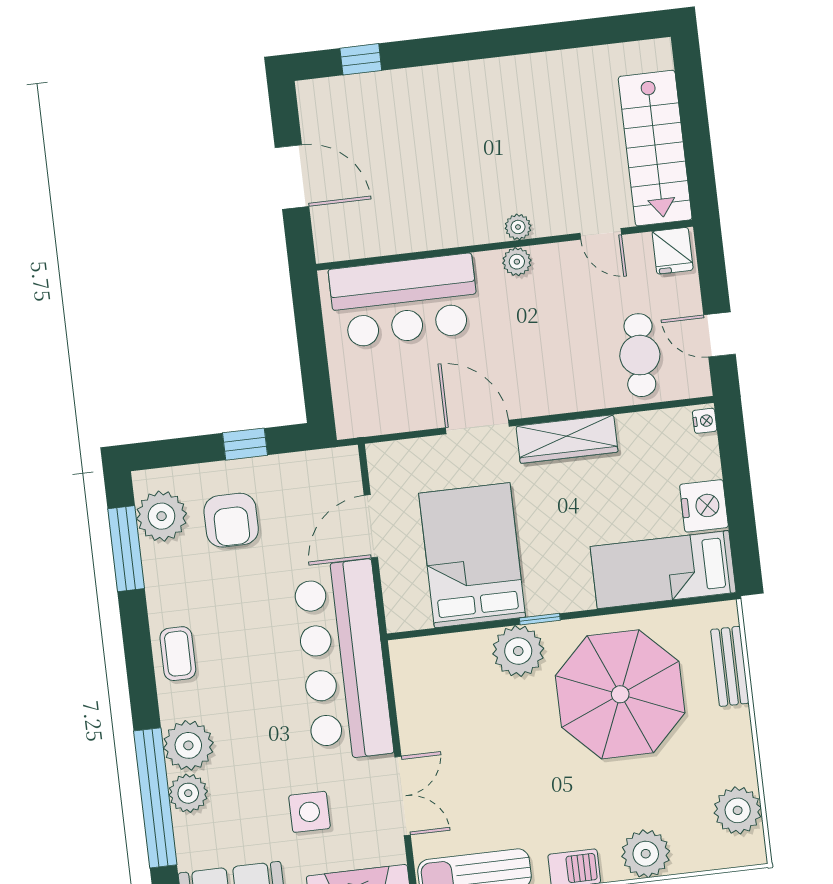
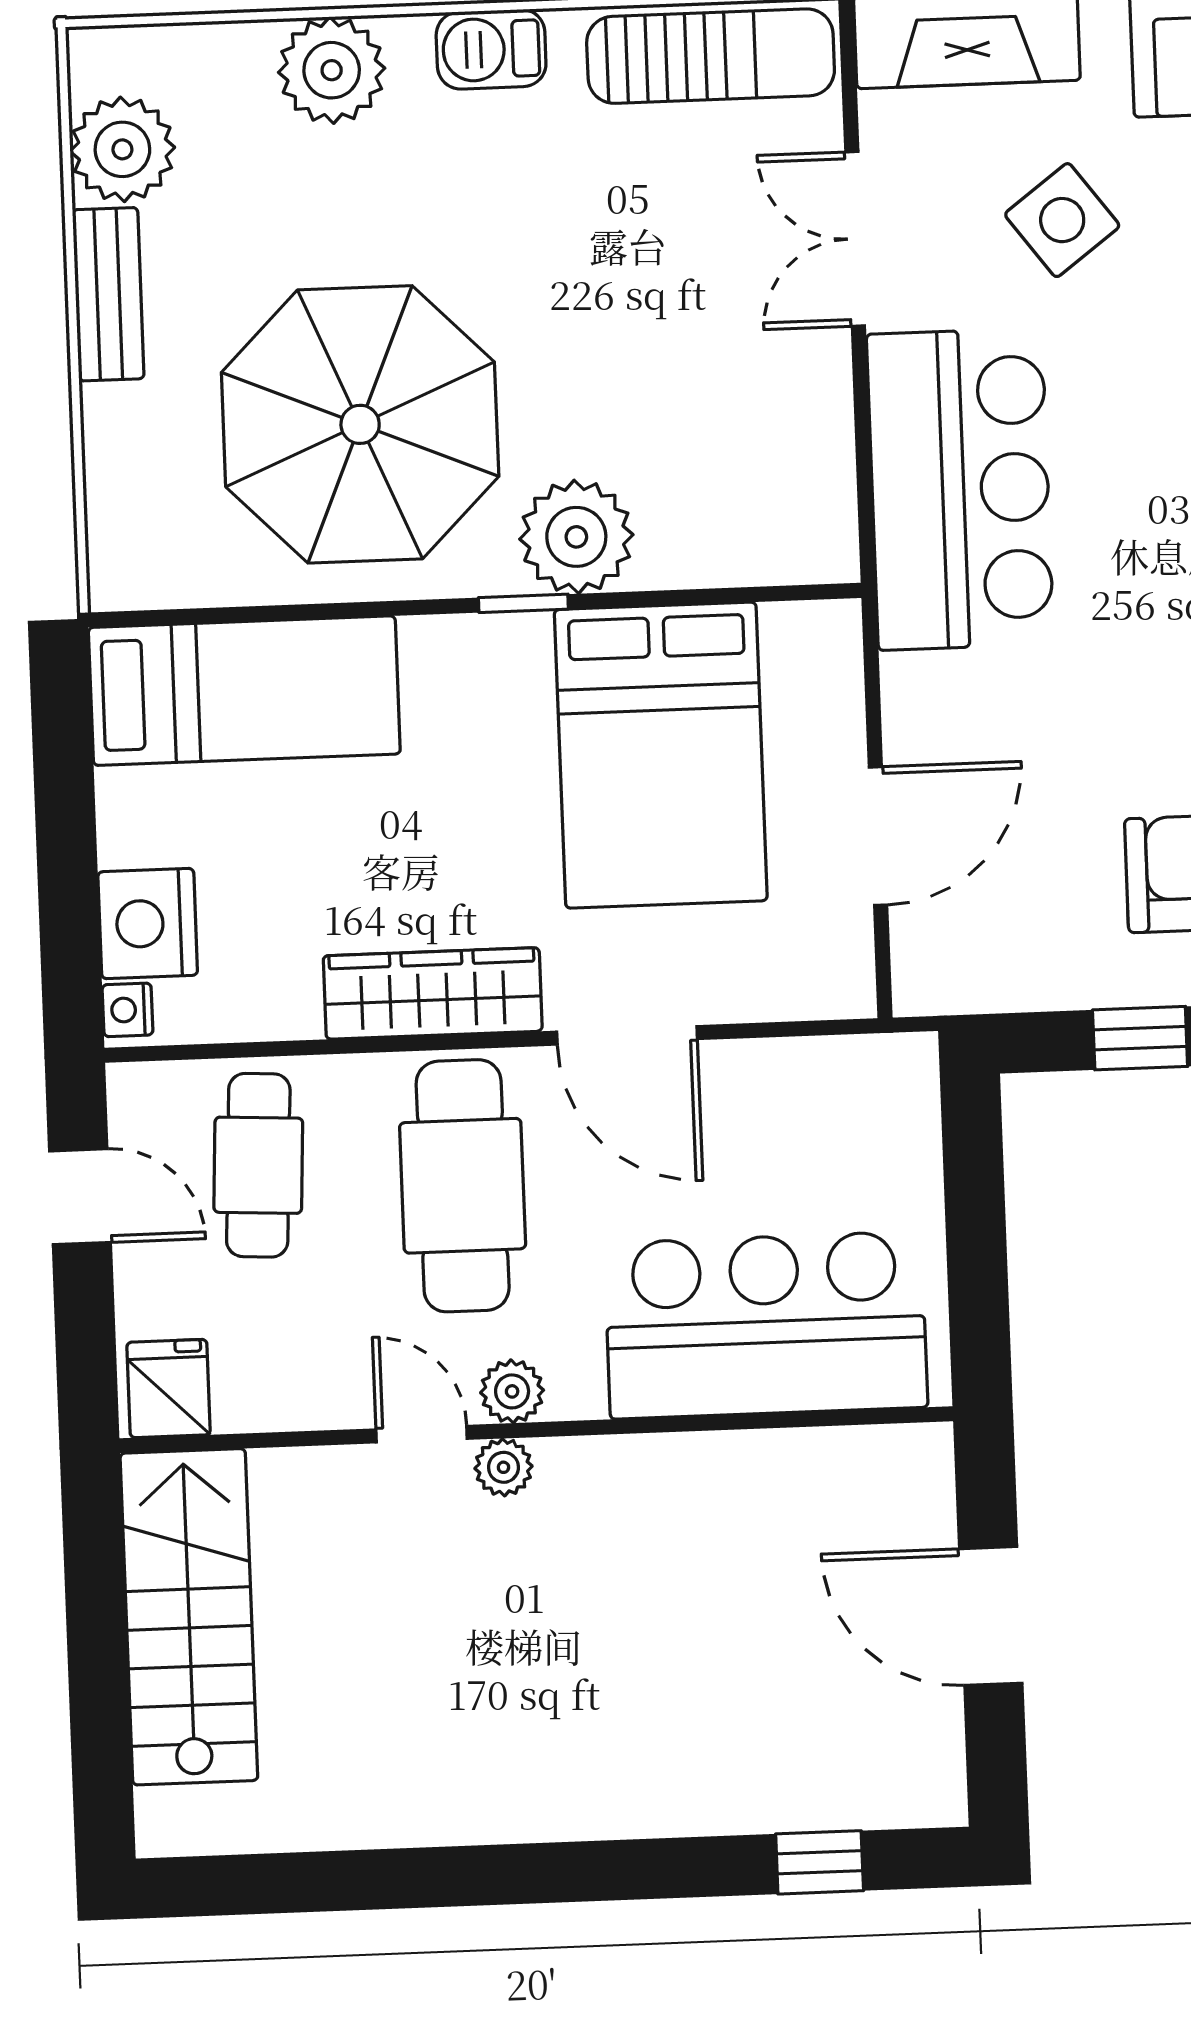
door: (601, 234) -> (421, 1434), moved
cafe table: (547, 353) -> (463, 1186), added
nightstand: (704, 506) -> (148, 924), moved
bar counter: (343, 660) -> (960, 489), width x0.73
bench: (730, 666) -> (108, 294), moved
side table: (309, 812) -> (1062, 220), turned -37

